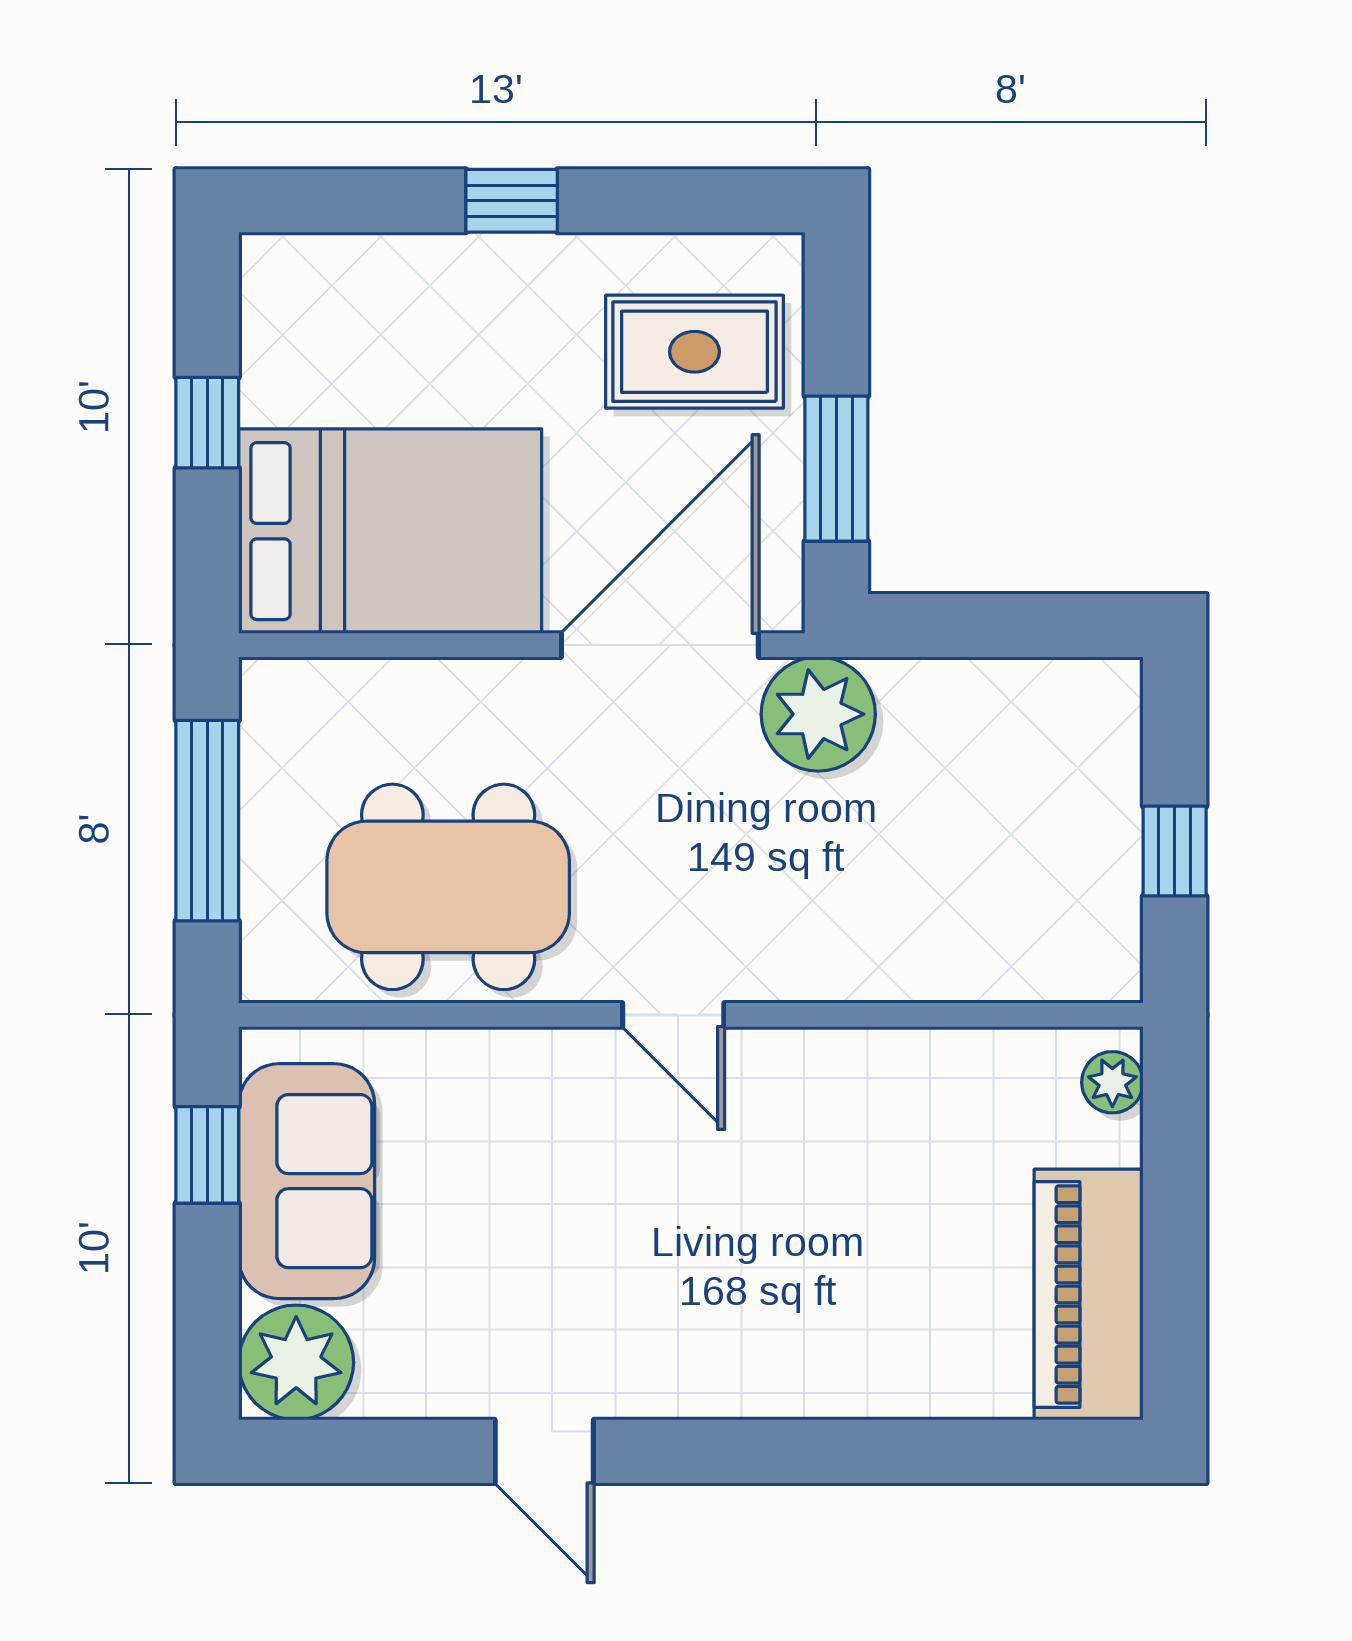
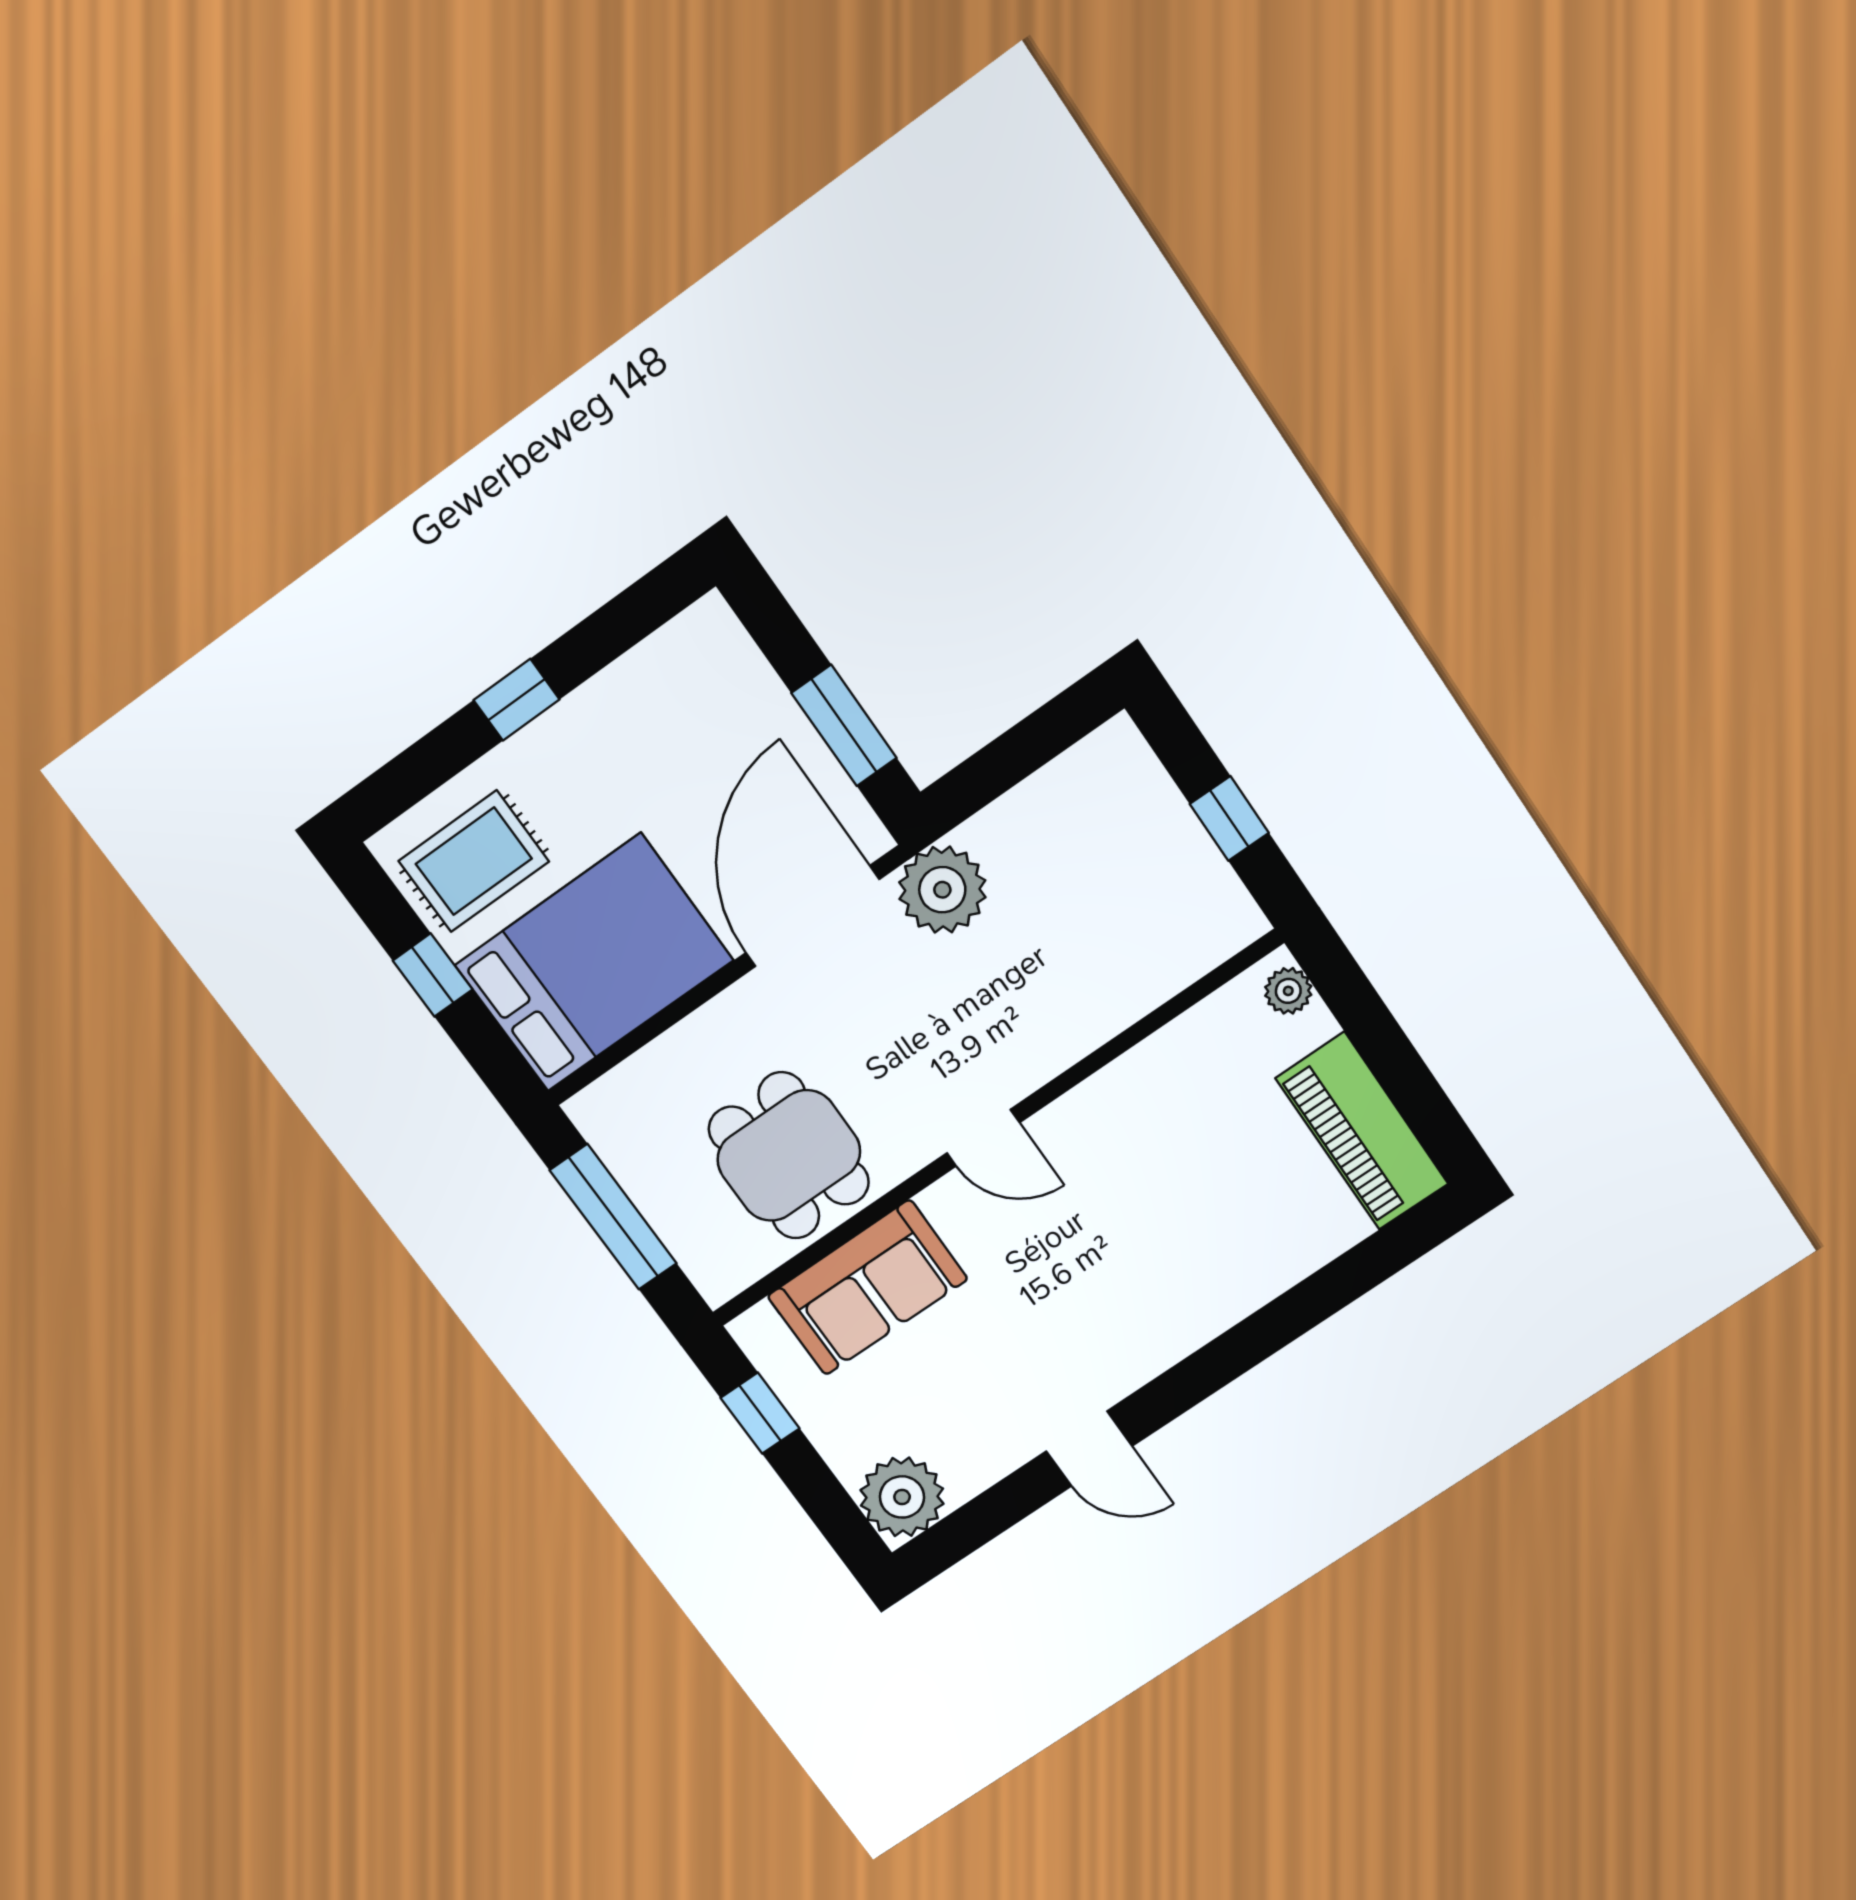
rug: (694, 352) -> (474, 861), moved
dining table: (448, 887) -> (789, 1156), width x0.73
sofa: (307, 1181) -> (868, 1288), moved, turned 90

